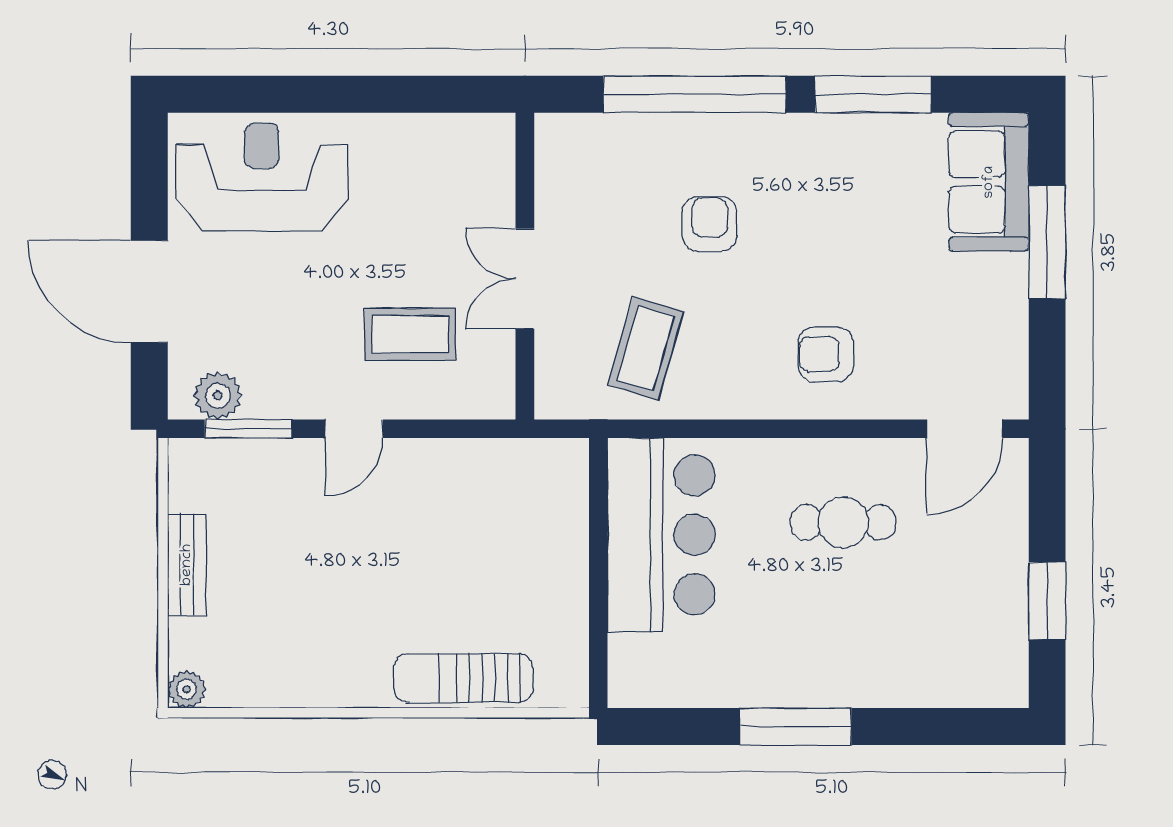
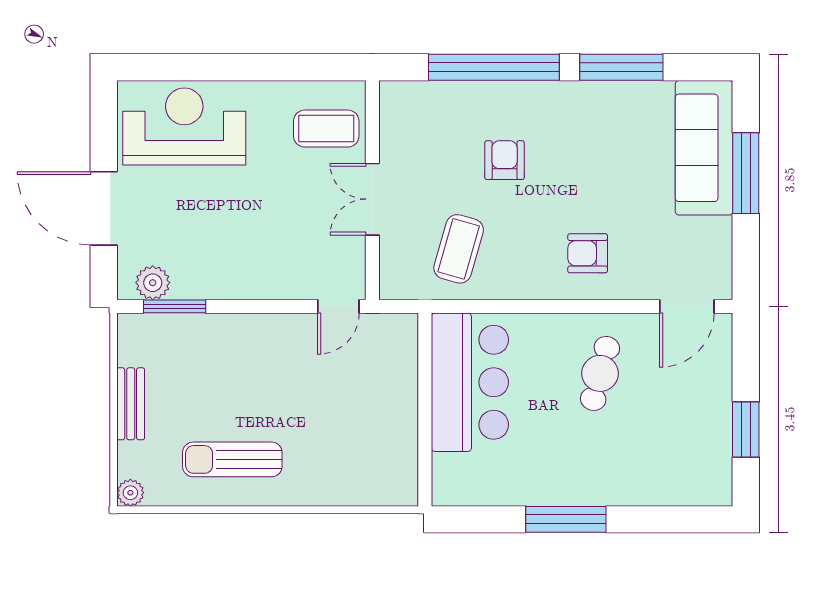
sofa: (989, 182) -> (704, 148), width x1.36
coffee table: (410, 334) -> (326, 129), moved
door: (354, 429) -> (338, 306), moved
cafe table: (843, 522) -> (600, 373), turned -75
sun lounger: (463, 678) -> (232, 459), moved

